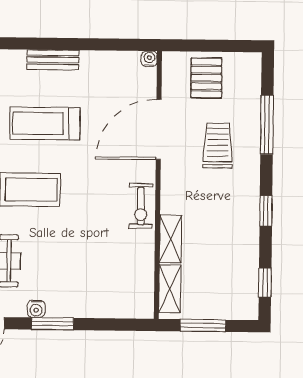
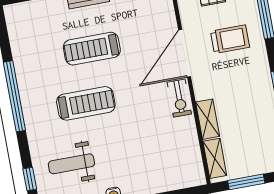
door: (159, 129) -> (185, 53), moved
trolley: (218, 146) -> (230, 39), turned 90

